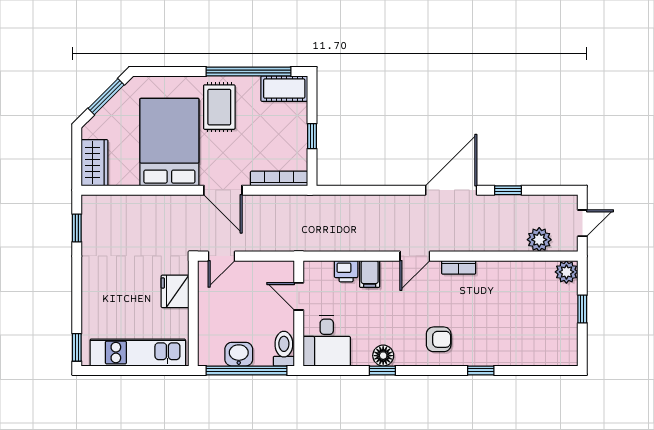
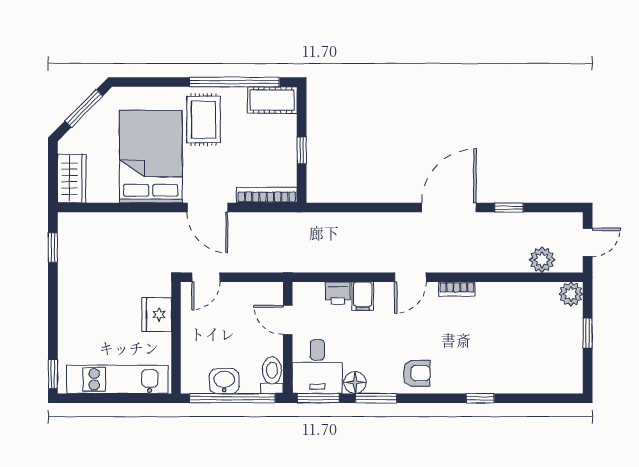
armchair: (439, 339) -> (417, 373), moved
floor lamp: (383, 356) -> (355, 382), moved
window: (328, 370) -> (318, 398), added
window: (382, 370) -> (376, 398), width x1.50

